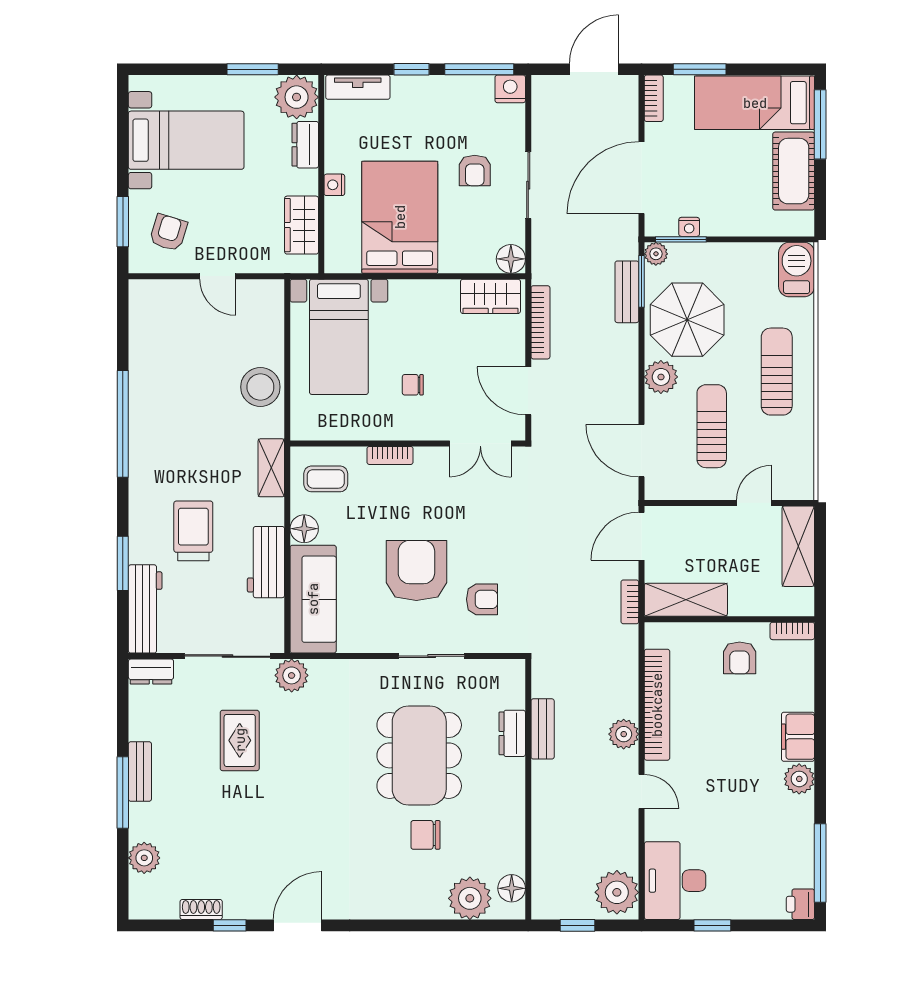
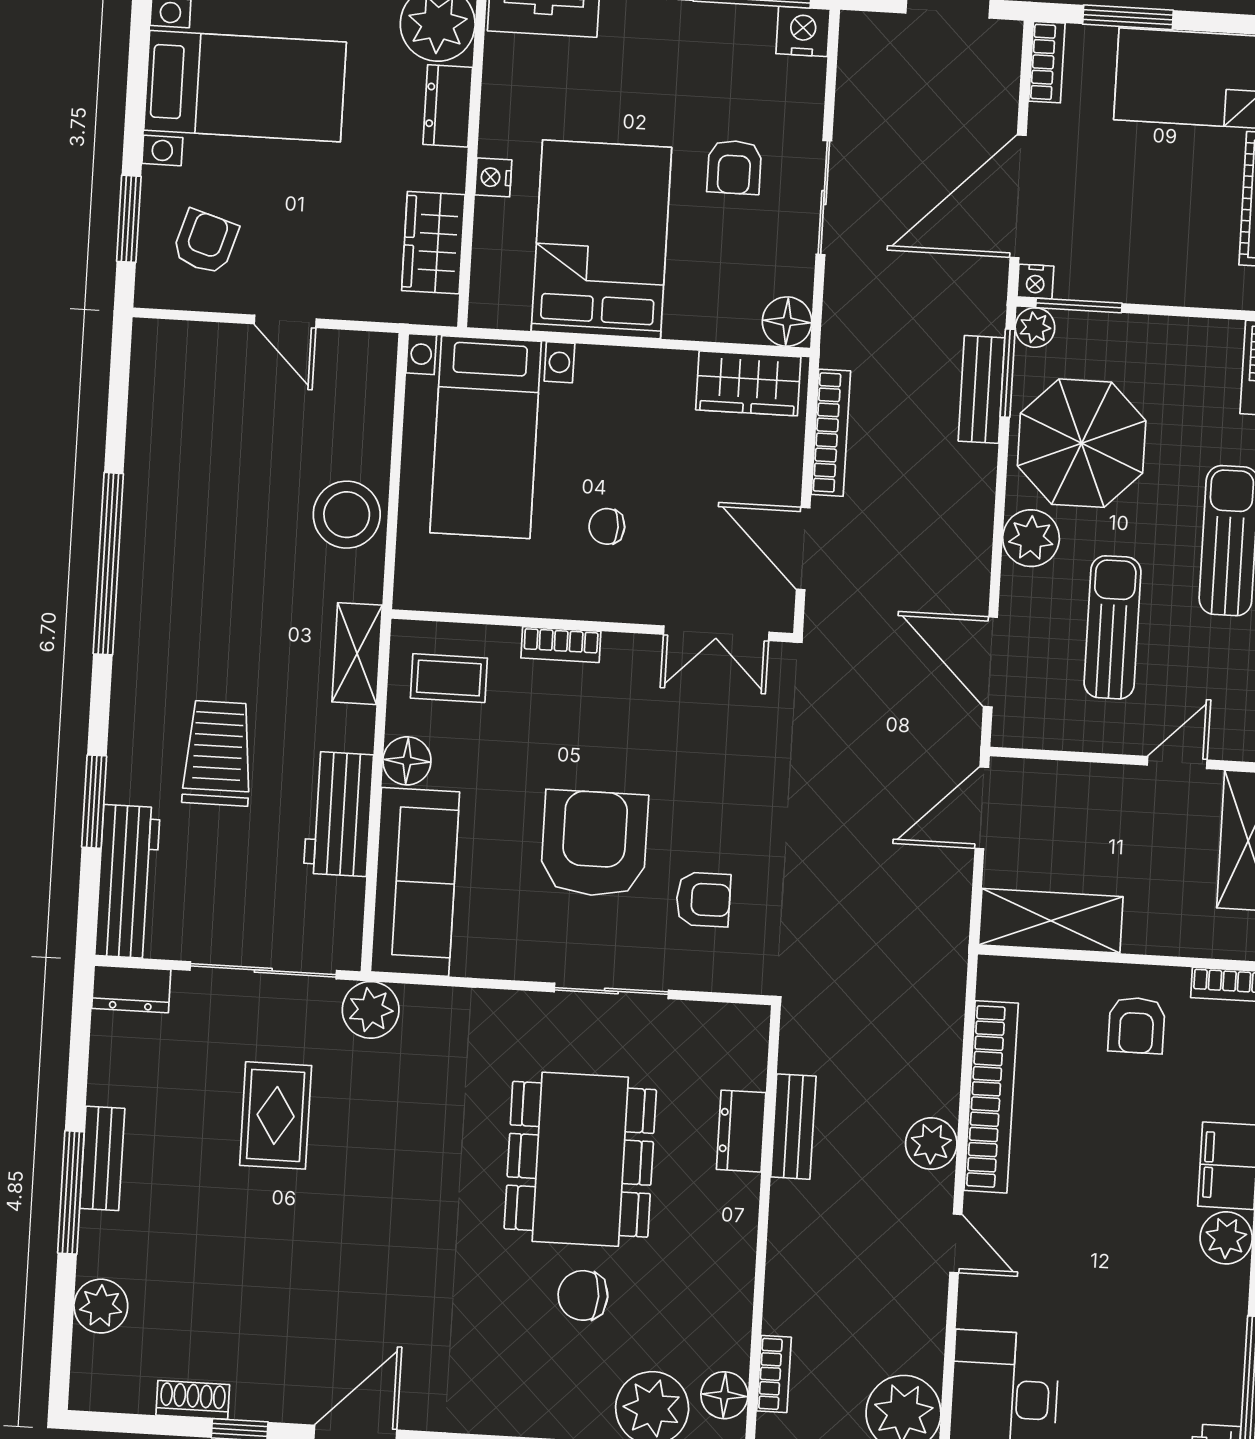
nightstand: (689, 227) -> (1035, 281), moved
bookcase: (630, 602) -> (774, 1374), moved, turned 180

